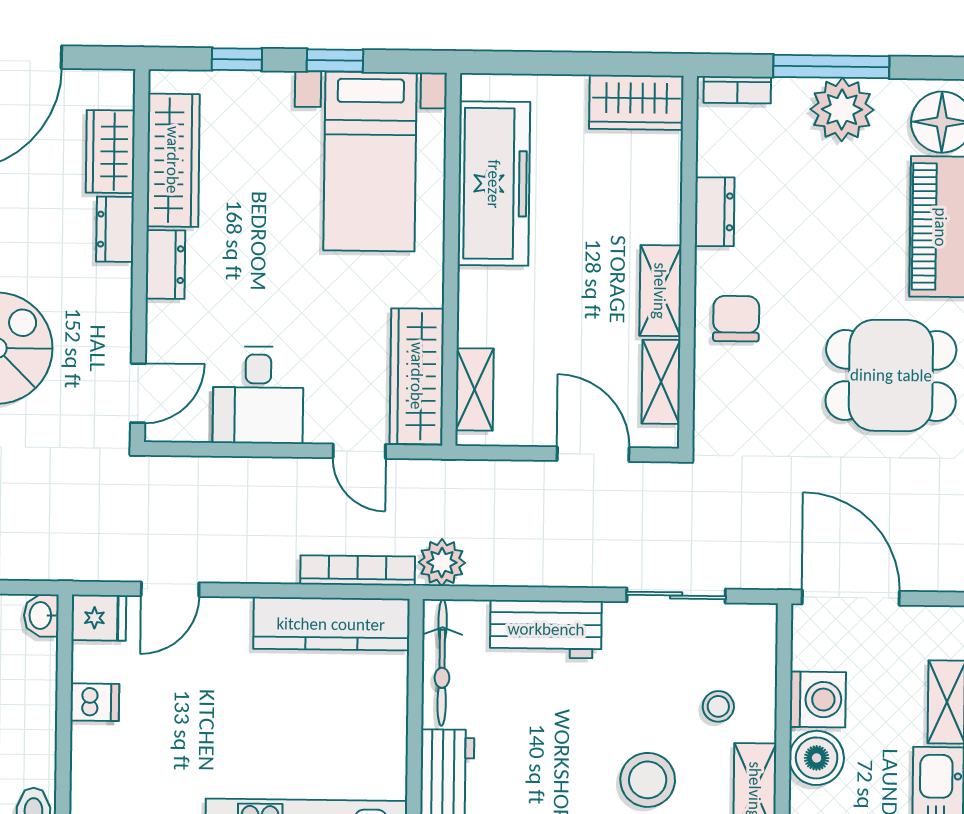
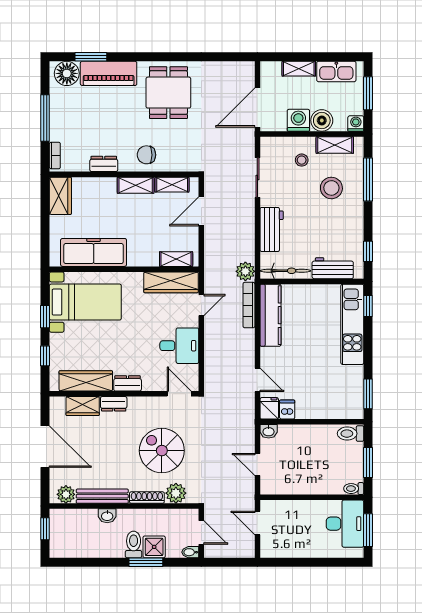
plant: (842, 109) -> (62, 113), removed
dishwasher: (95, 702) -> (287, 410), moved

